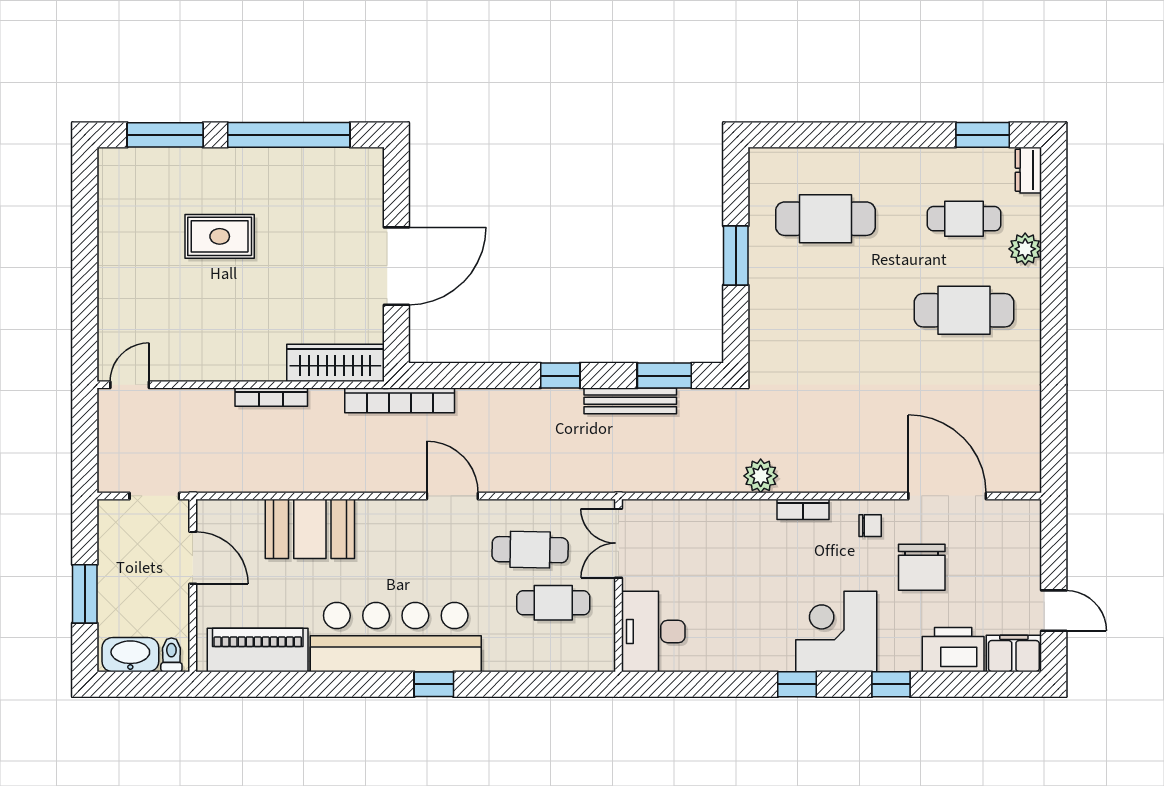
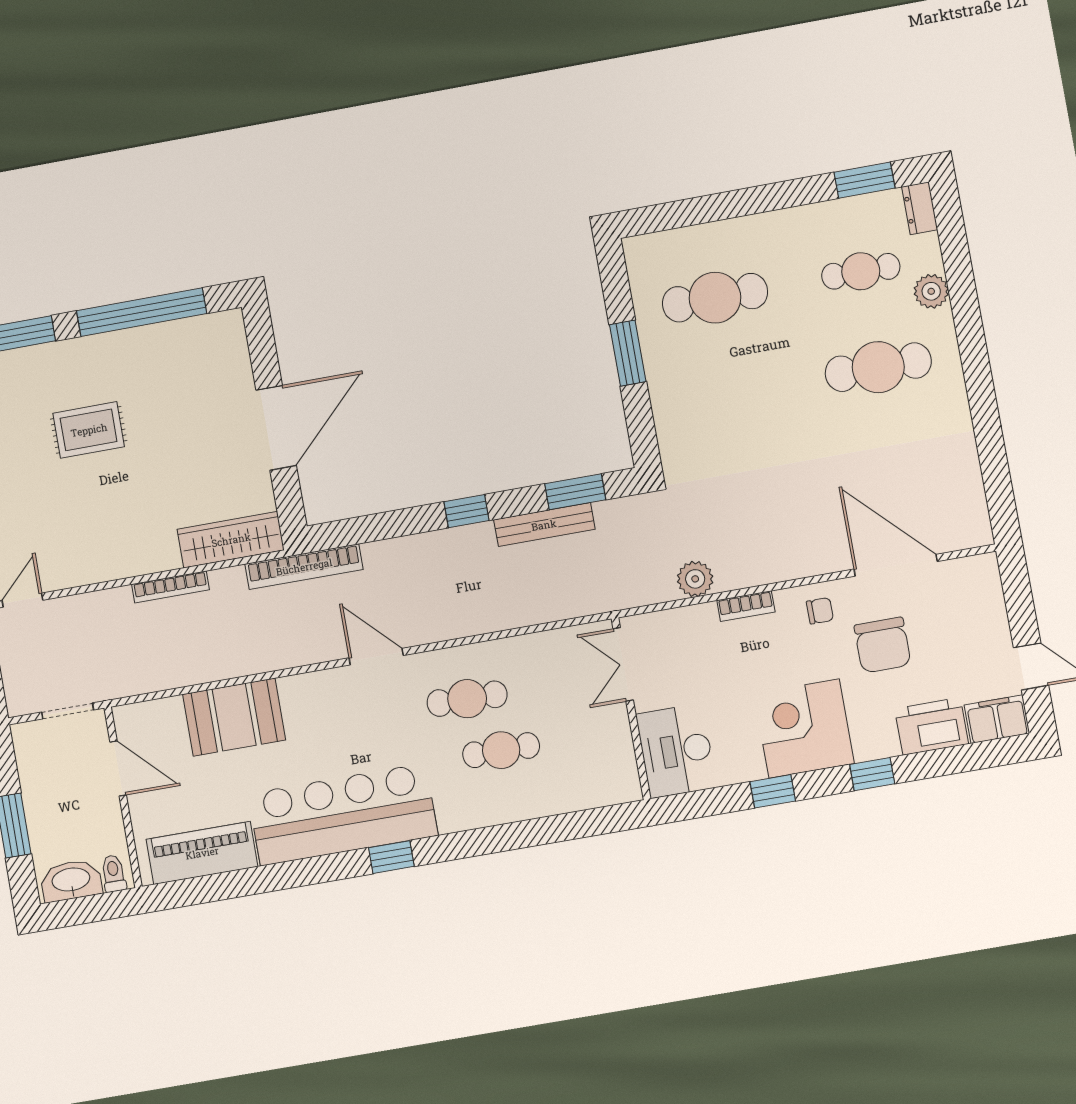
double door: (619, 543) -> (623, 664), moved
wall: (619, 585) -> (631, 709), moved
desk: (653, 632) -> (676, 751), moved

